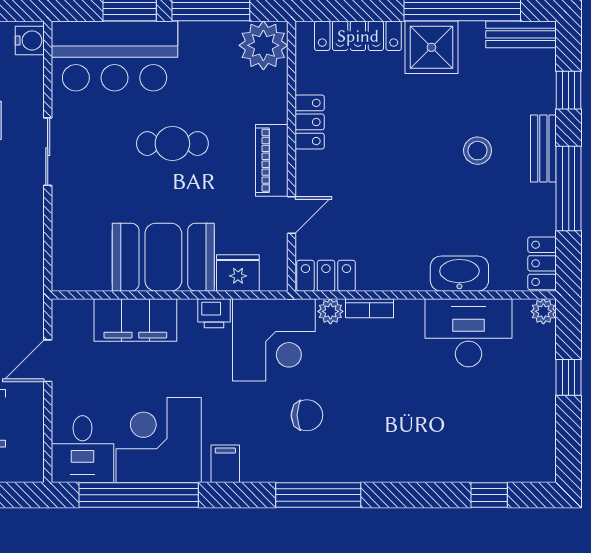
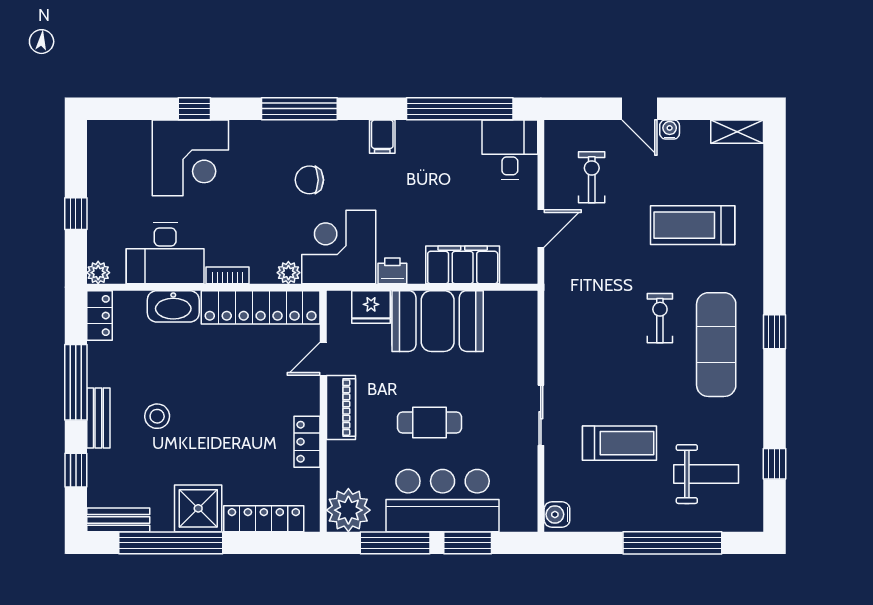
bar counter: (115, 56) -> (443, 501), moved
locker: (326, 276) -> (261, 307), width x2.16, depth x1.21
bookcase: (370, 308) -> (228, 275), moved
corner desk: (159, 440) -> (190, 158), moved
window: (489, 495) -> (194, 109), moved

